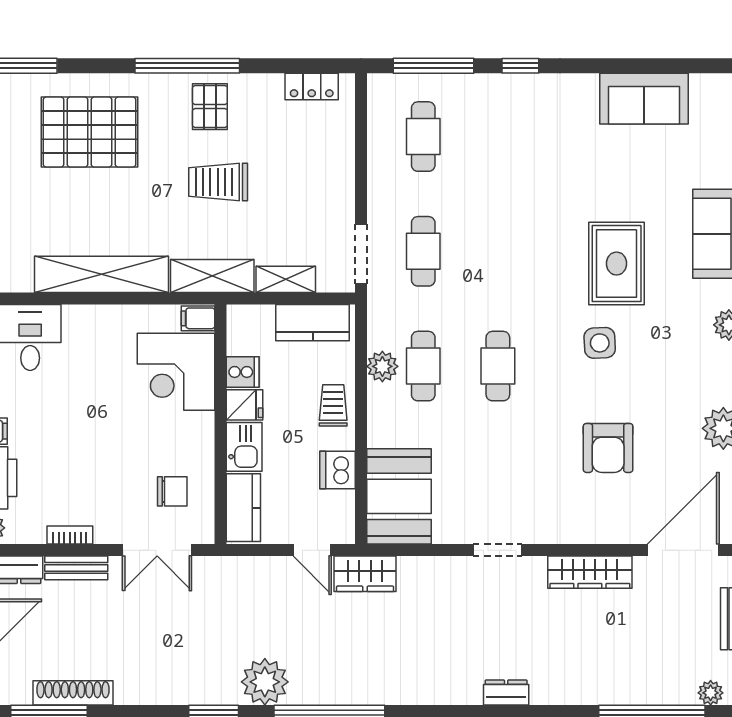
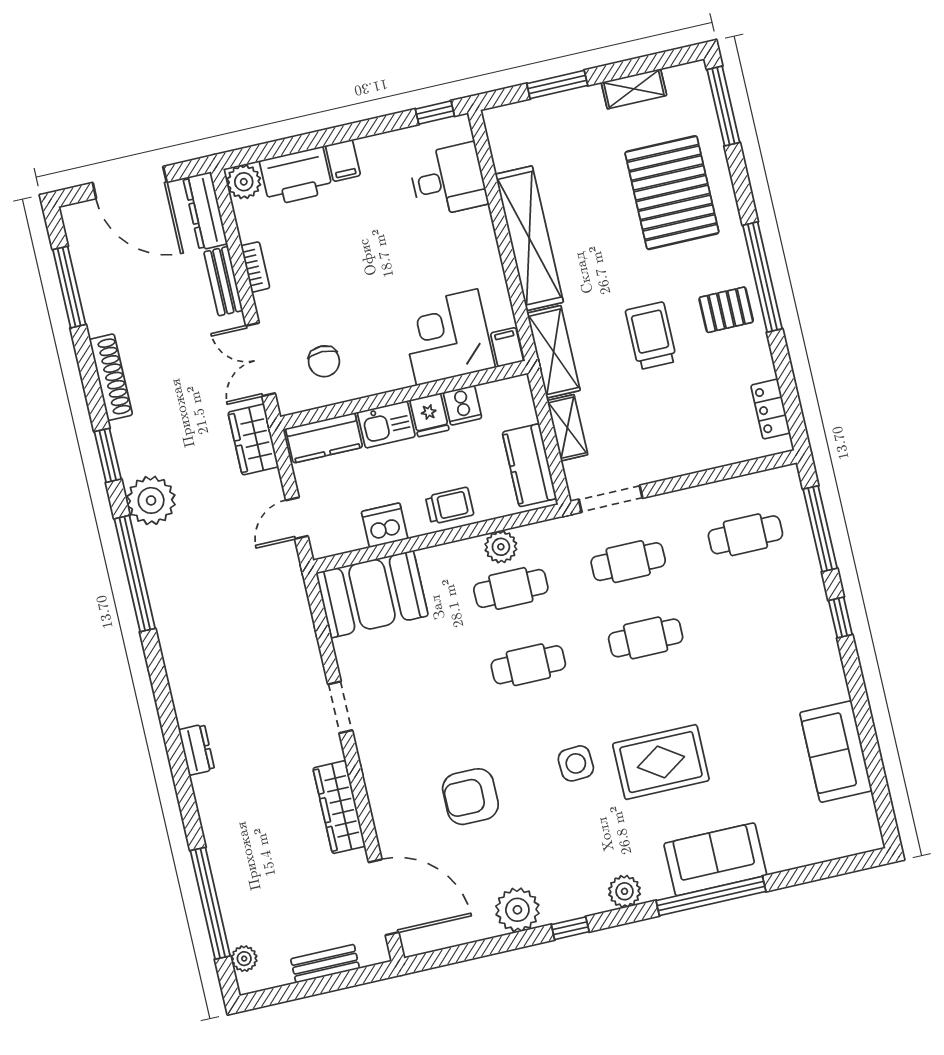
cafe table: (498, 251) -> (646, 638), added
wardrobe: (365, 574) -> (253, 440), moved
shoe rack: (73, 693) -> (111, 377), moved

